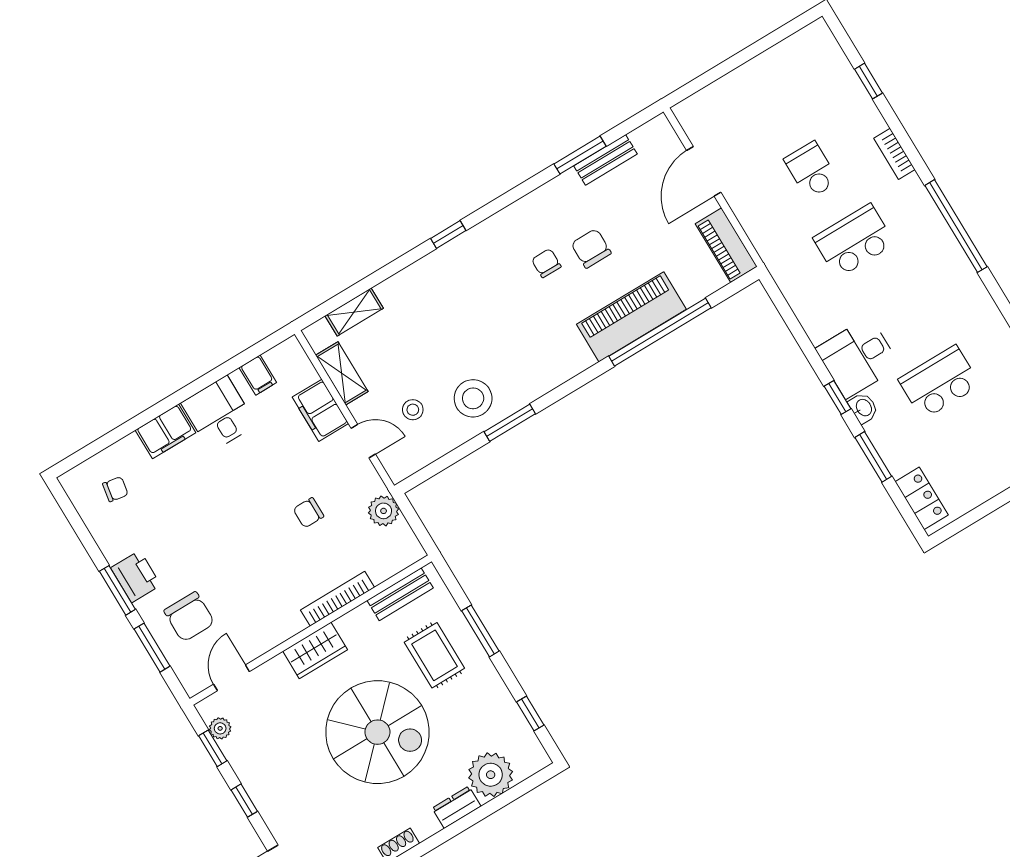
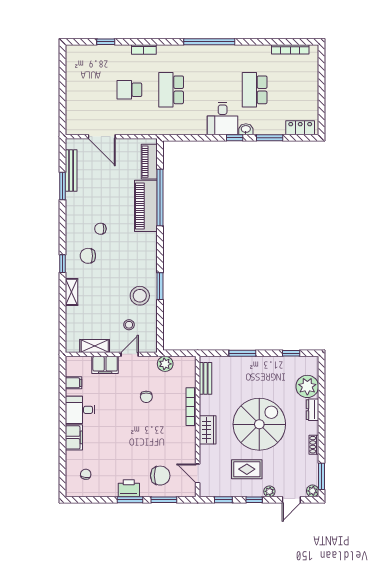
bench: (605, 160) -> (71, 171), width x1.36
window: (956, 226) -> (209, 42), moved
piano: (726, 245) -> (149, 162), moved, turned 90
chair: (591, 248) -> (88, 256), moved
shelving: (354, 312) -> (71, 292), moved
rug: (434, 655) -> (247, 469), moved
plant: (220, 728) -> (269, 491), moved

